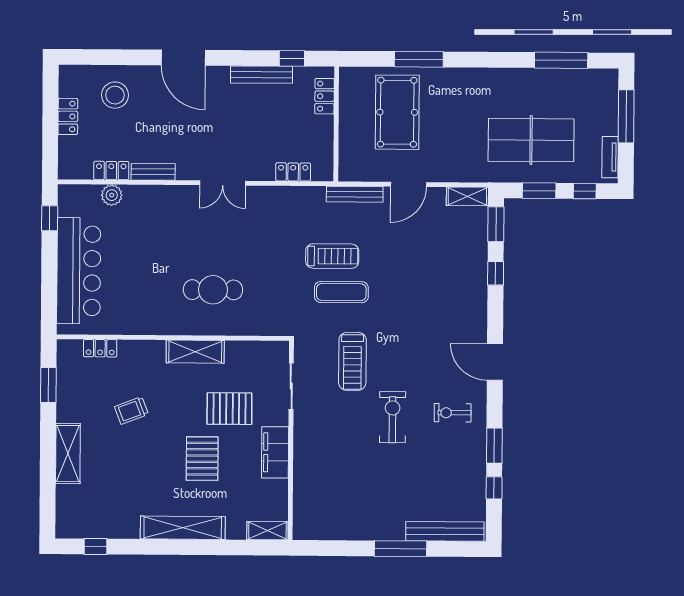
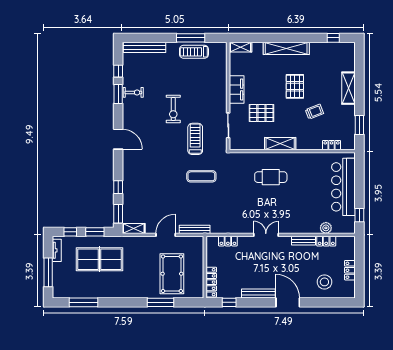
bench: (261, 75) -> (258, 294), moved
locker: (325, 96) -> (211, 282), width x1.53
treadmill: (332, 256) -> (194, 52), moved
exercise bike: (453, 413) -> (133, 92), moved
pallet: (202, 459) -> (295, 86), moved
window: (400, 549) -> (191, 38), moved

